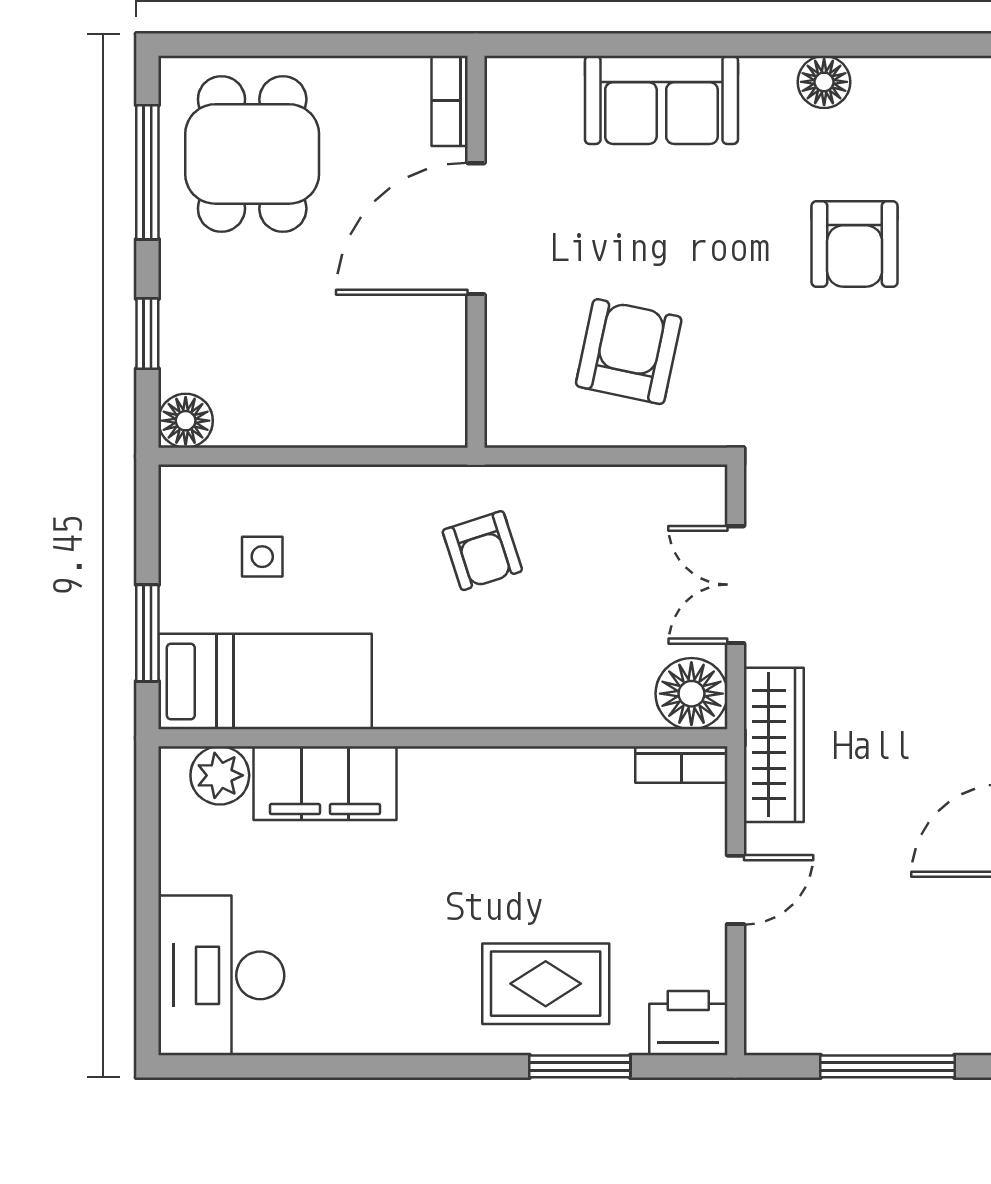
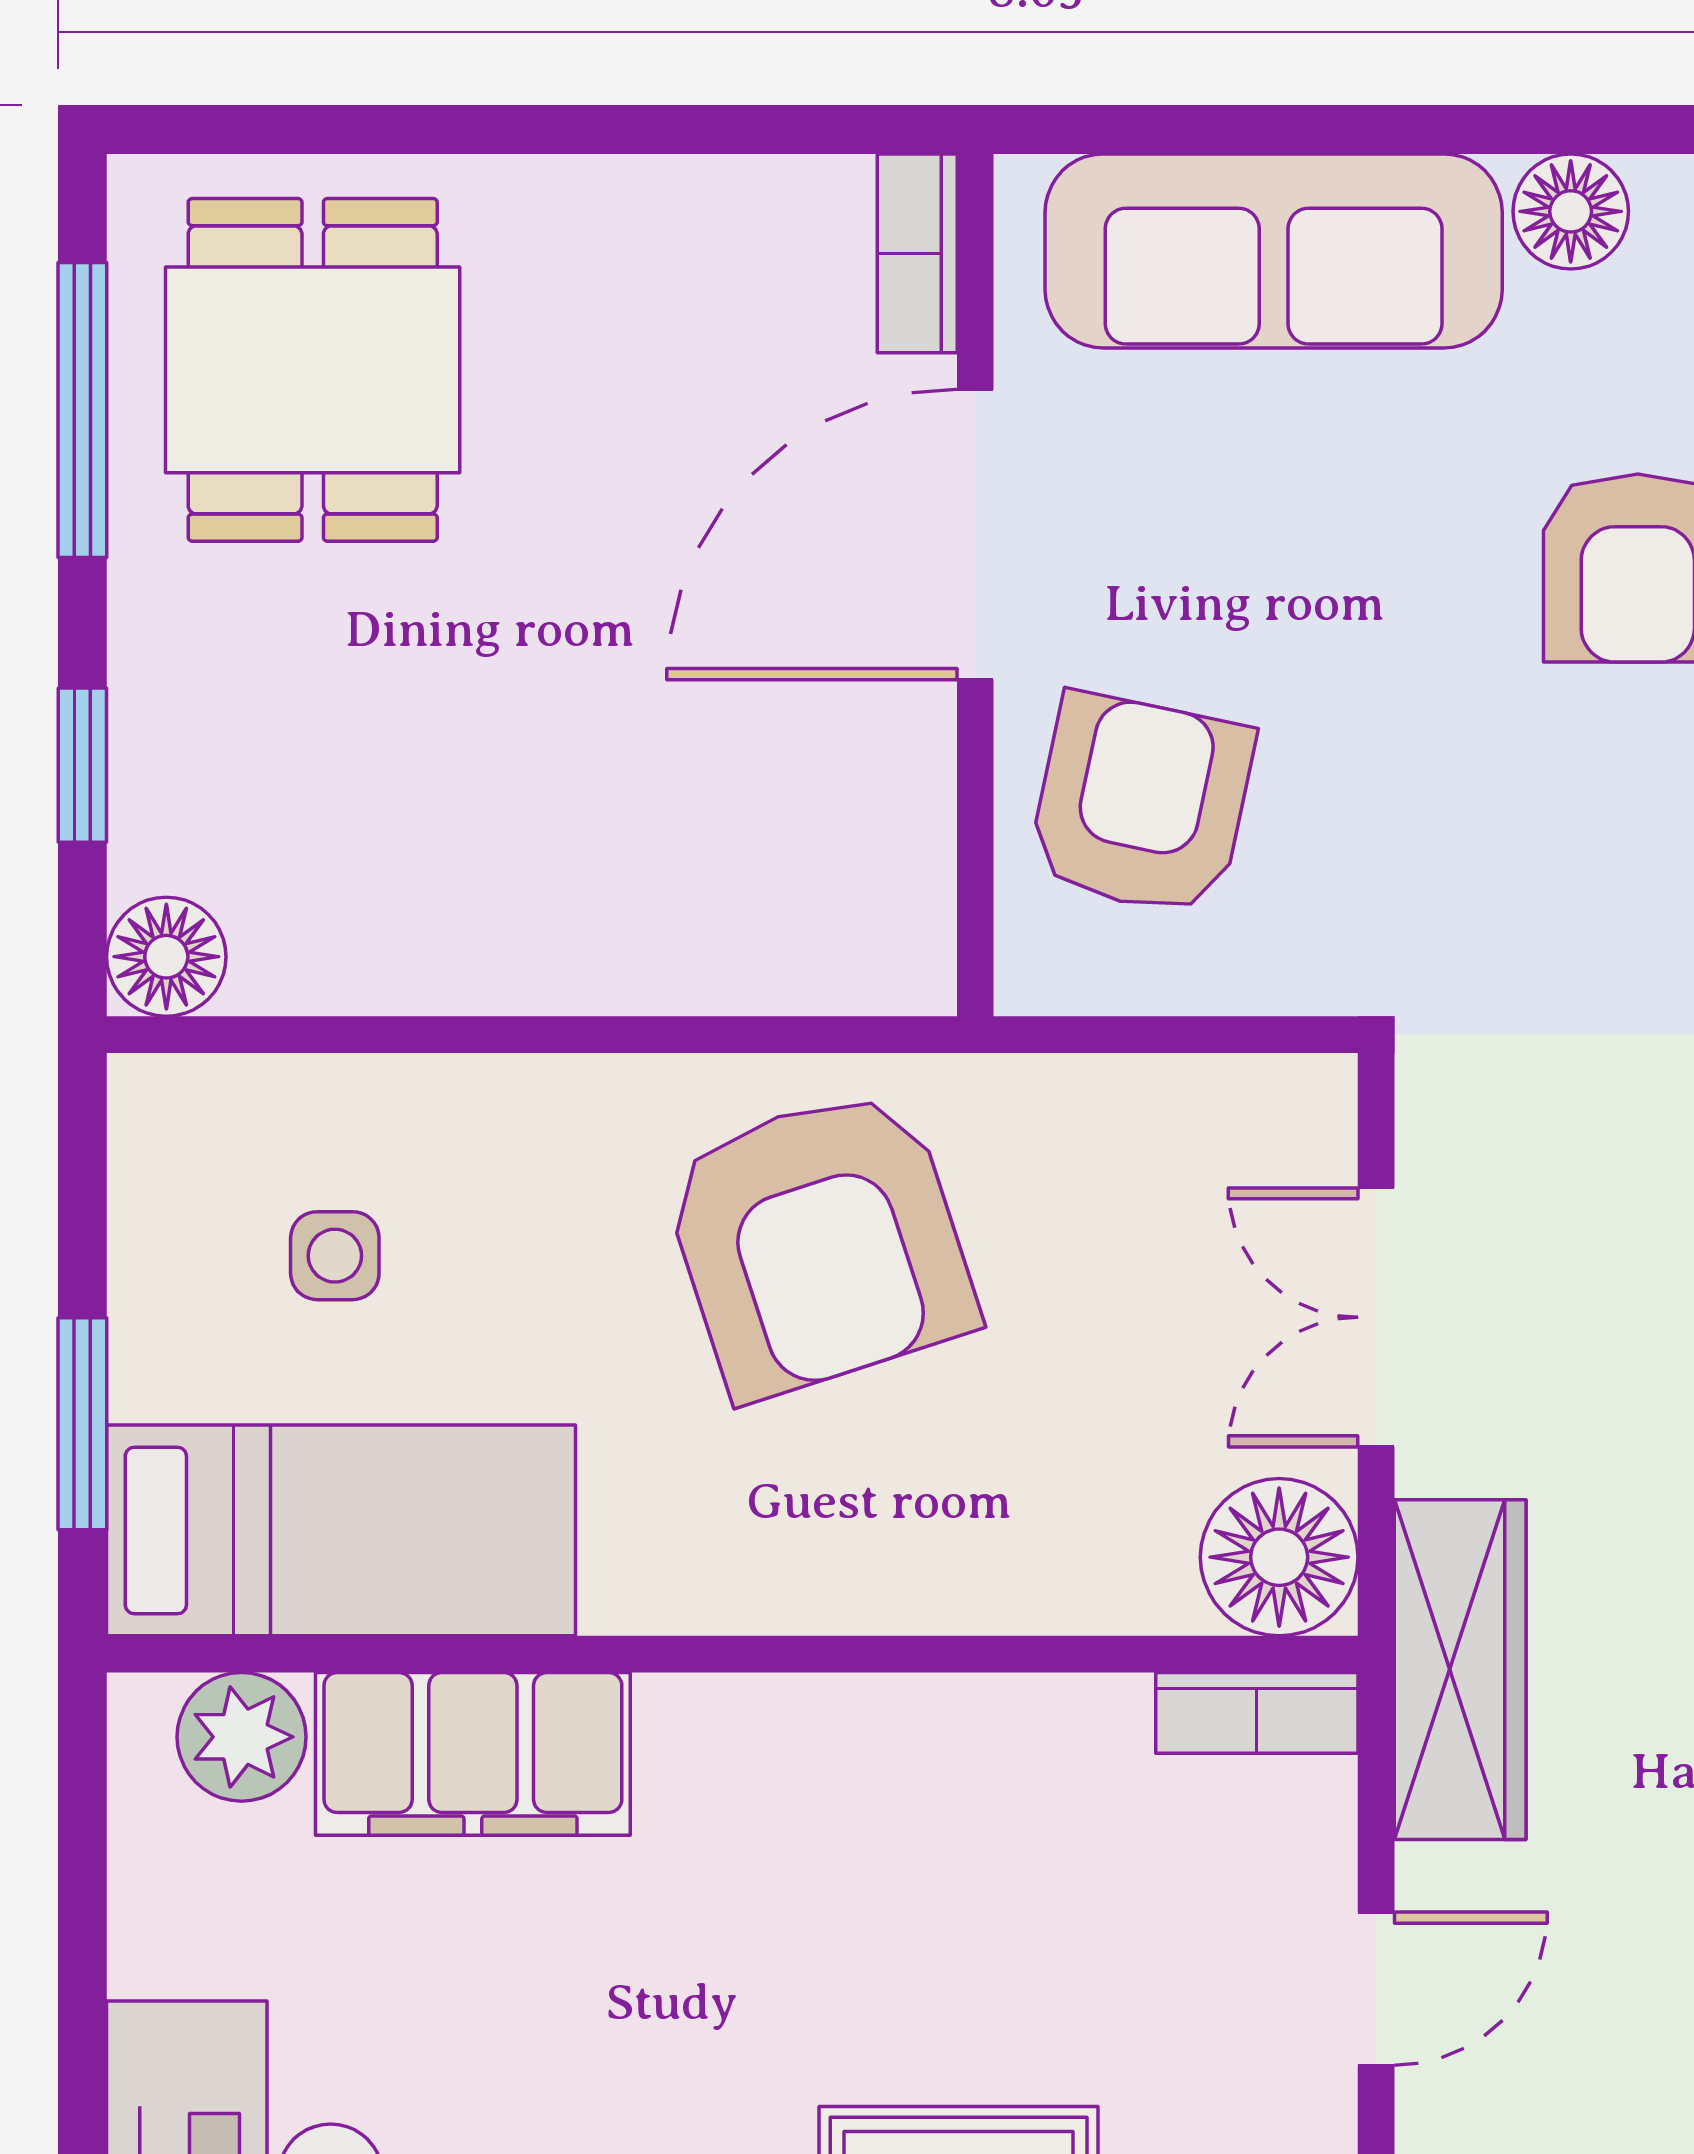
sofa: (661, 100) -> (1274, 251), width x1.36
bookcase: (450, 101) -> (917, 253), moved
door: (476, 229) -> (975, 534), moved
wall: (476, 252) -> (975, 585), moved
armchair: (482, 551) -> (819, 1242), width x1.88, depth x1.88

